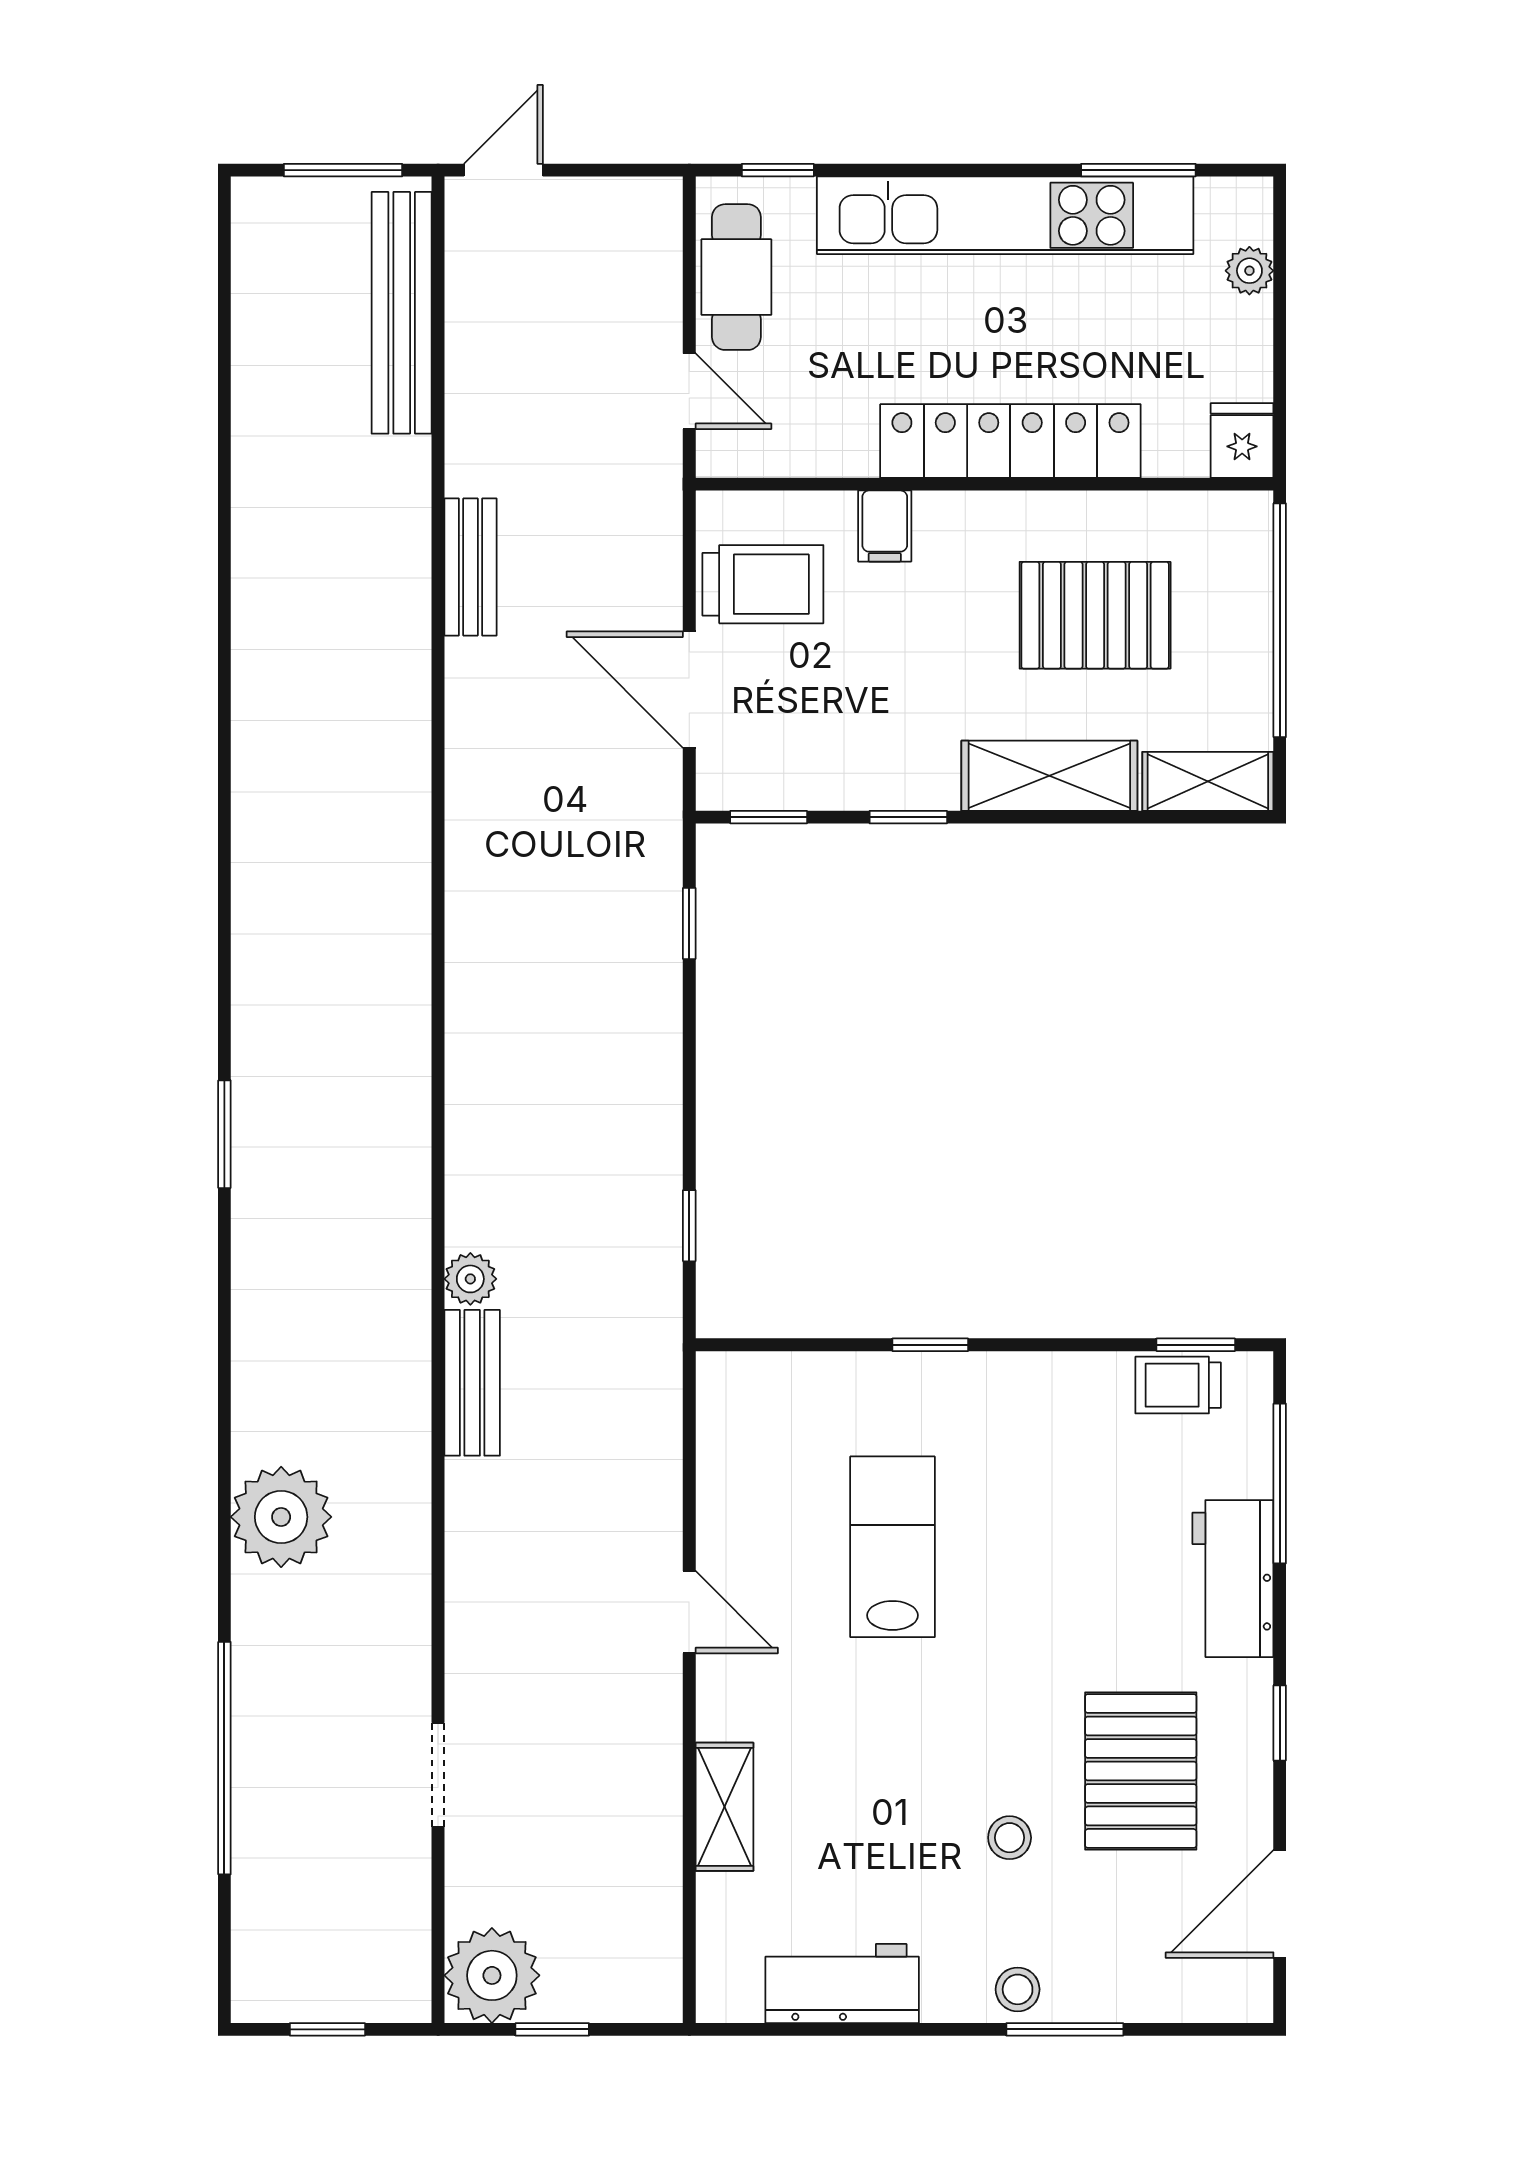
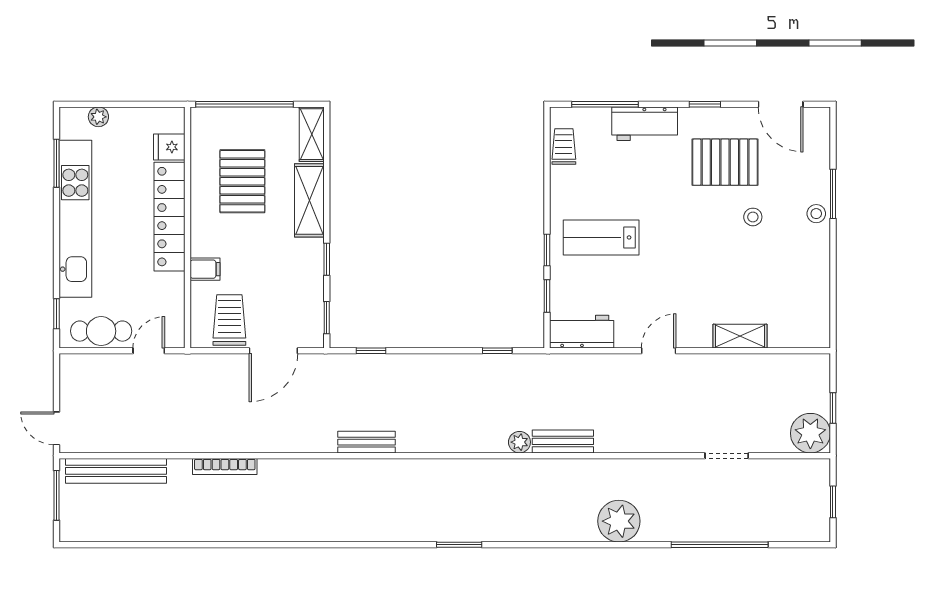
fridge: (1242, 440) -> (169, 147), moved
bench: (470, 567) -> (367, 442), moved
bookcase: (412, 573) -> (225, 467), added
window: (1196, 1345) -> (547, 296), moved
trolley: (1178, 1385) -> (564, 147), turned 180
lab bench: (893, 1547) -> (601, 237), moved
workbench: (842, 1984) -> (582, 332), moved, turned 90

